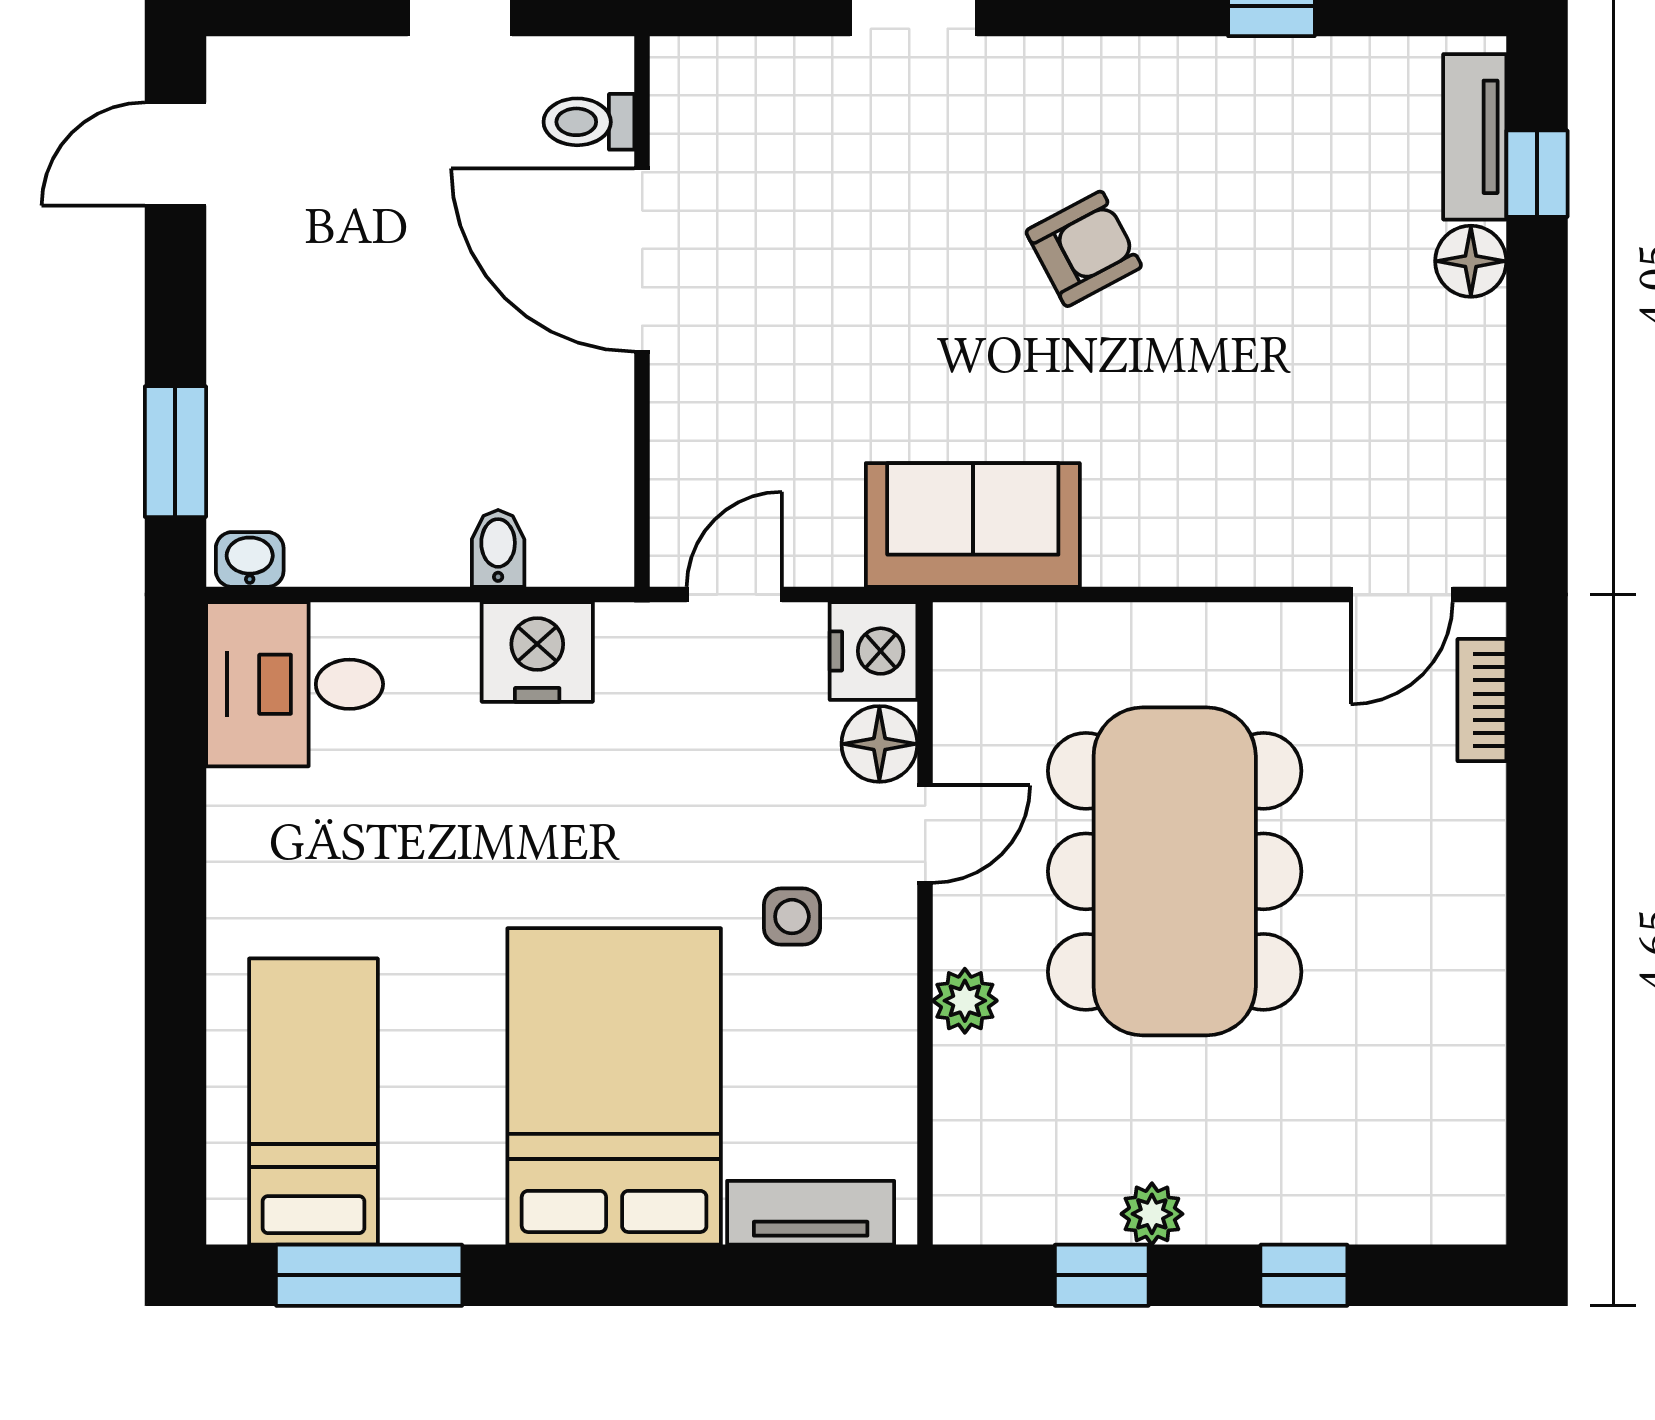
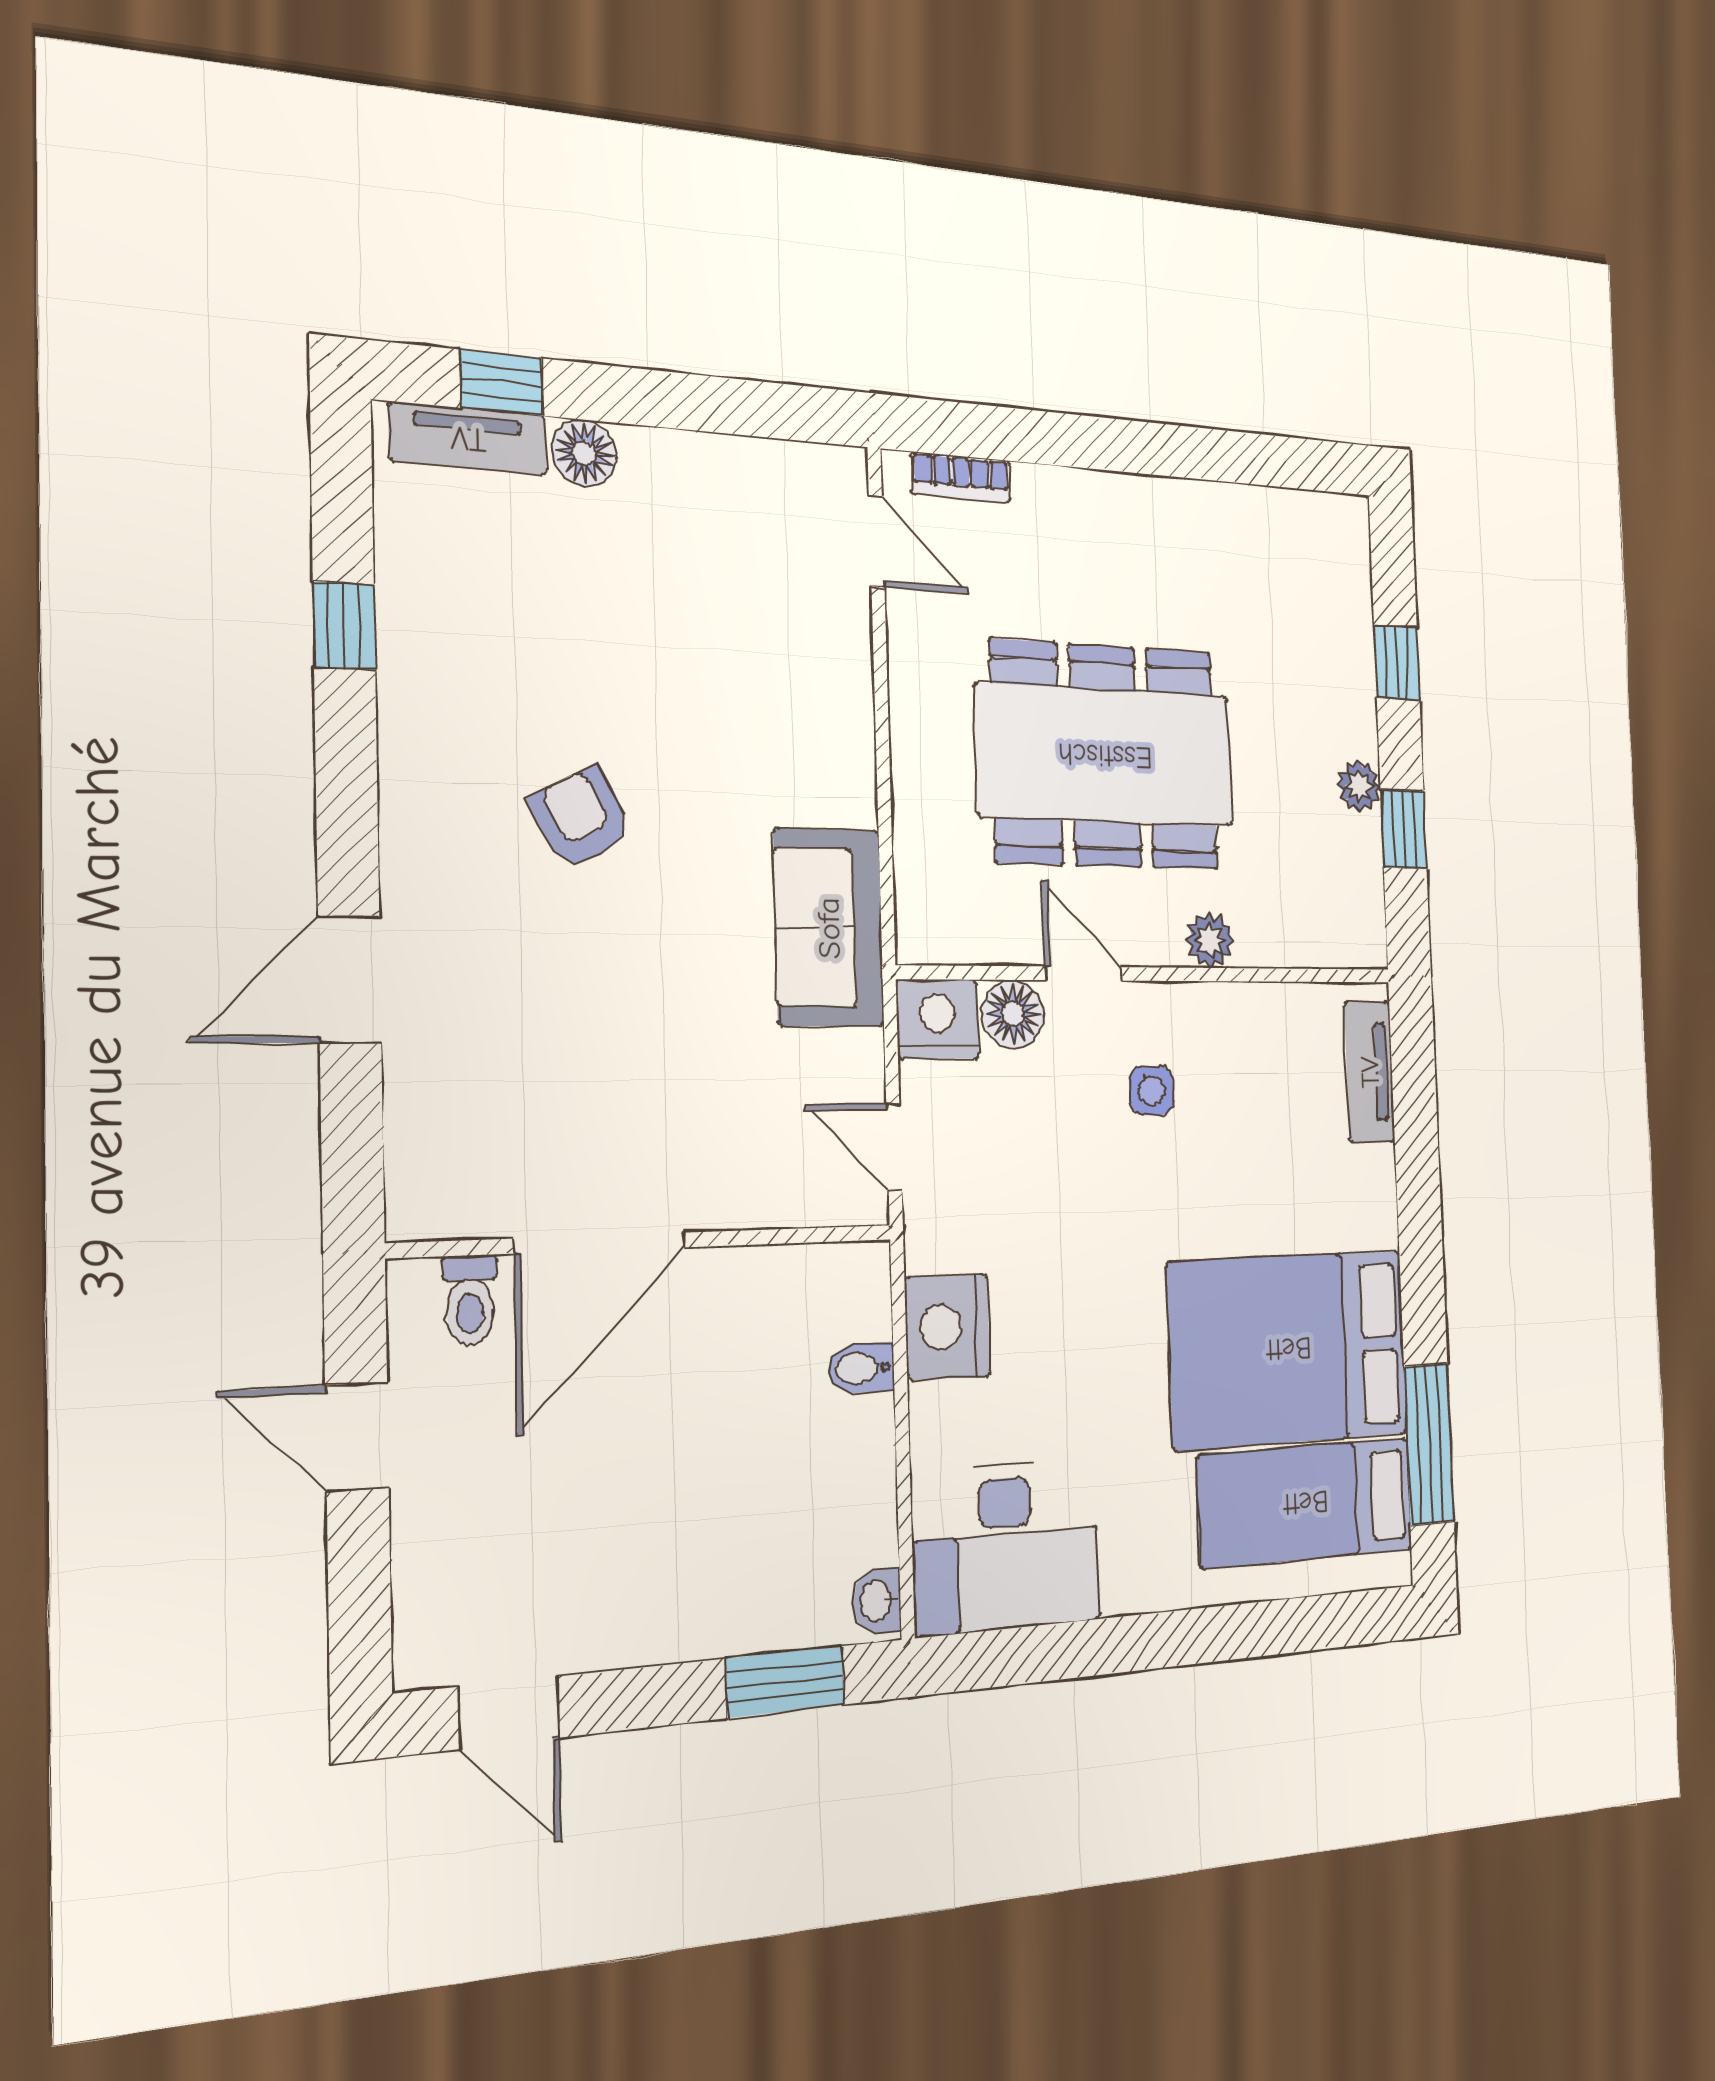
desk: (295, 684) -> (1006, 1547), width x1.37
bed: (614, 1086) -> (1289, 1349), moved

